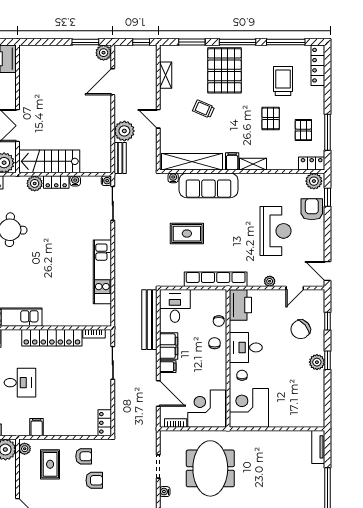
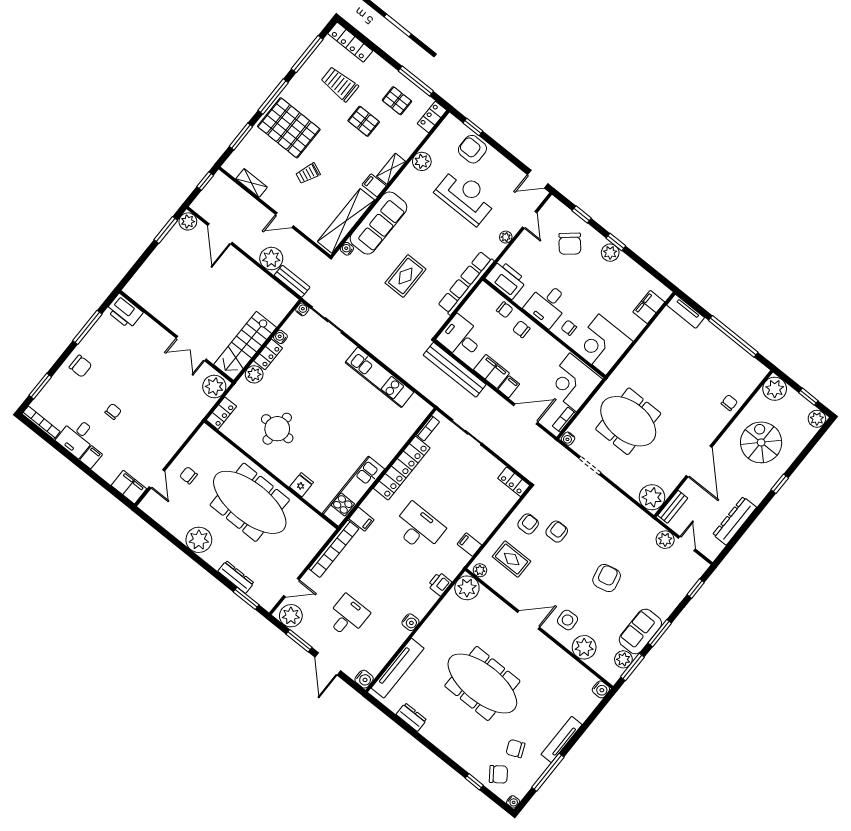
plant: (314, 181) -> (422, 161), moved
desk: (20, 383) -> (419, 528), width x1.37
filing cabinet: (301, 419) -> (649, 307), added
water cooler: (165, 492) -> (568, 439), moved

